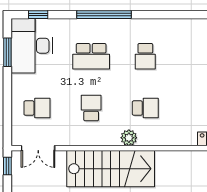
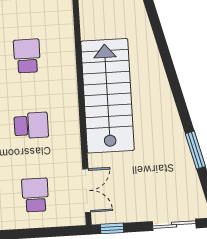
school desk: (91, 108) -> (31, 125), turned 180
plant: (129, 138) -> (66, 75), removed

